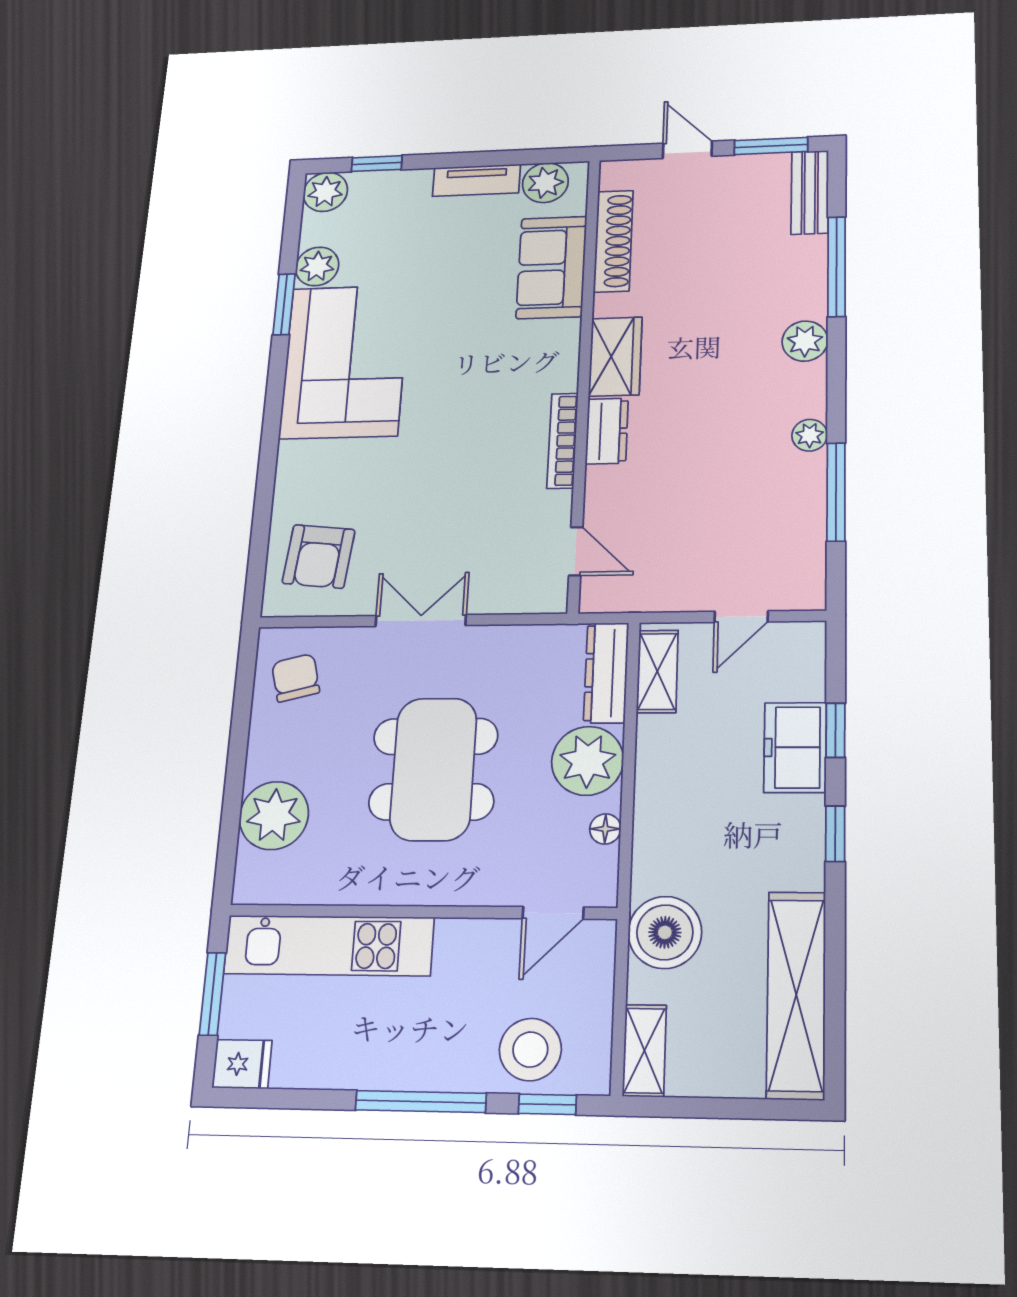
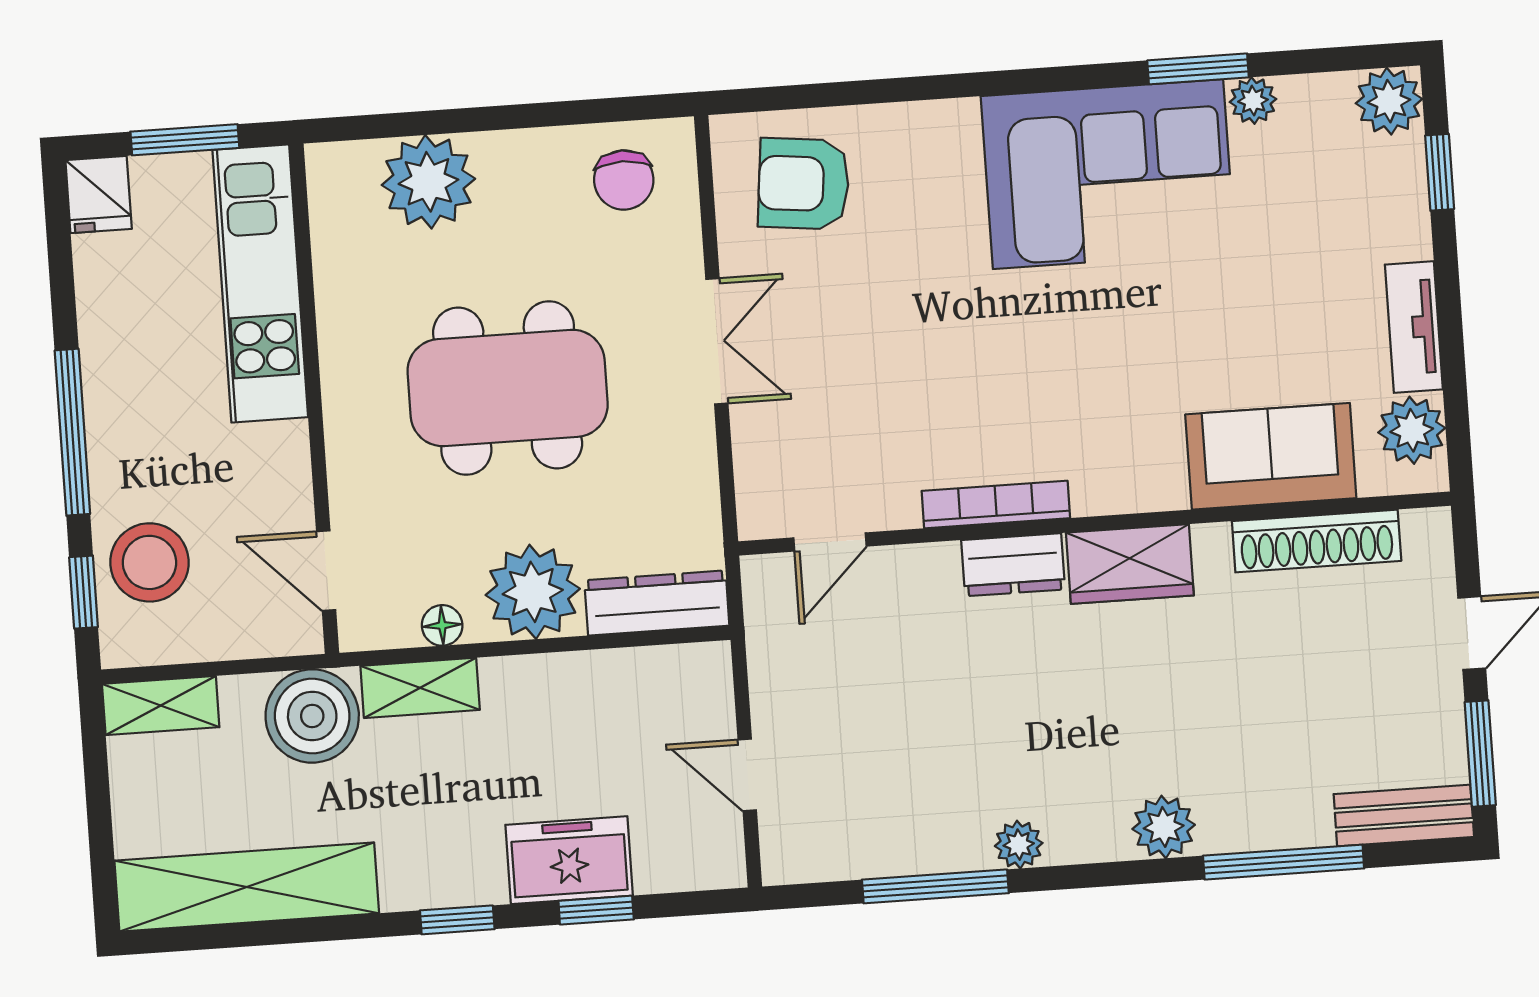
plant: (317, 266) -> (1253, 101), width x0.73, depth x0.73
shelving: (657, 671) -> (420, 688), moved
chair: (296, 678) -> (624, 180), turned 104

